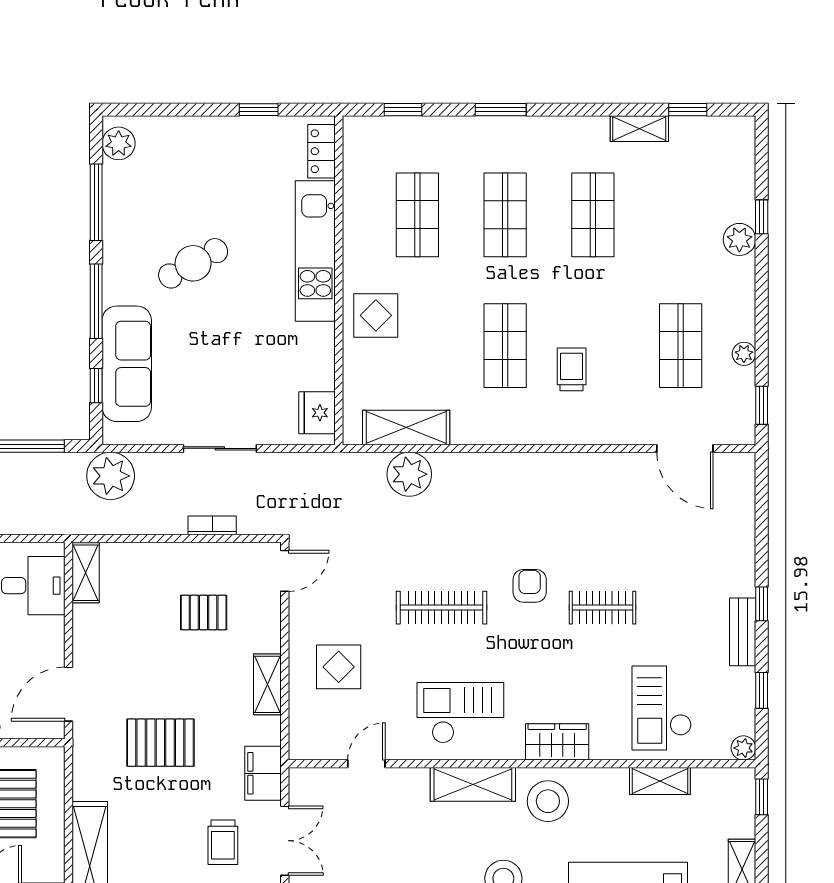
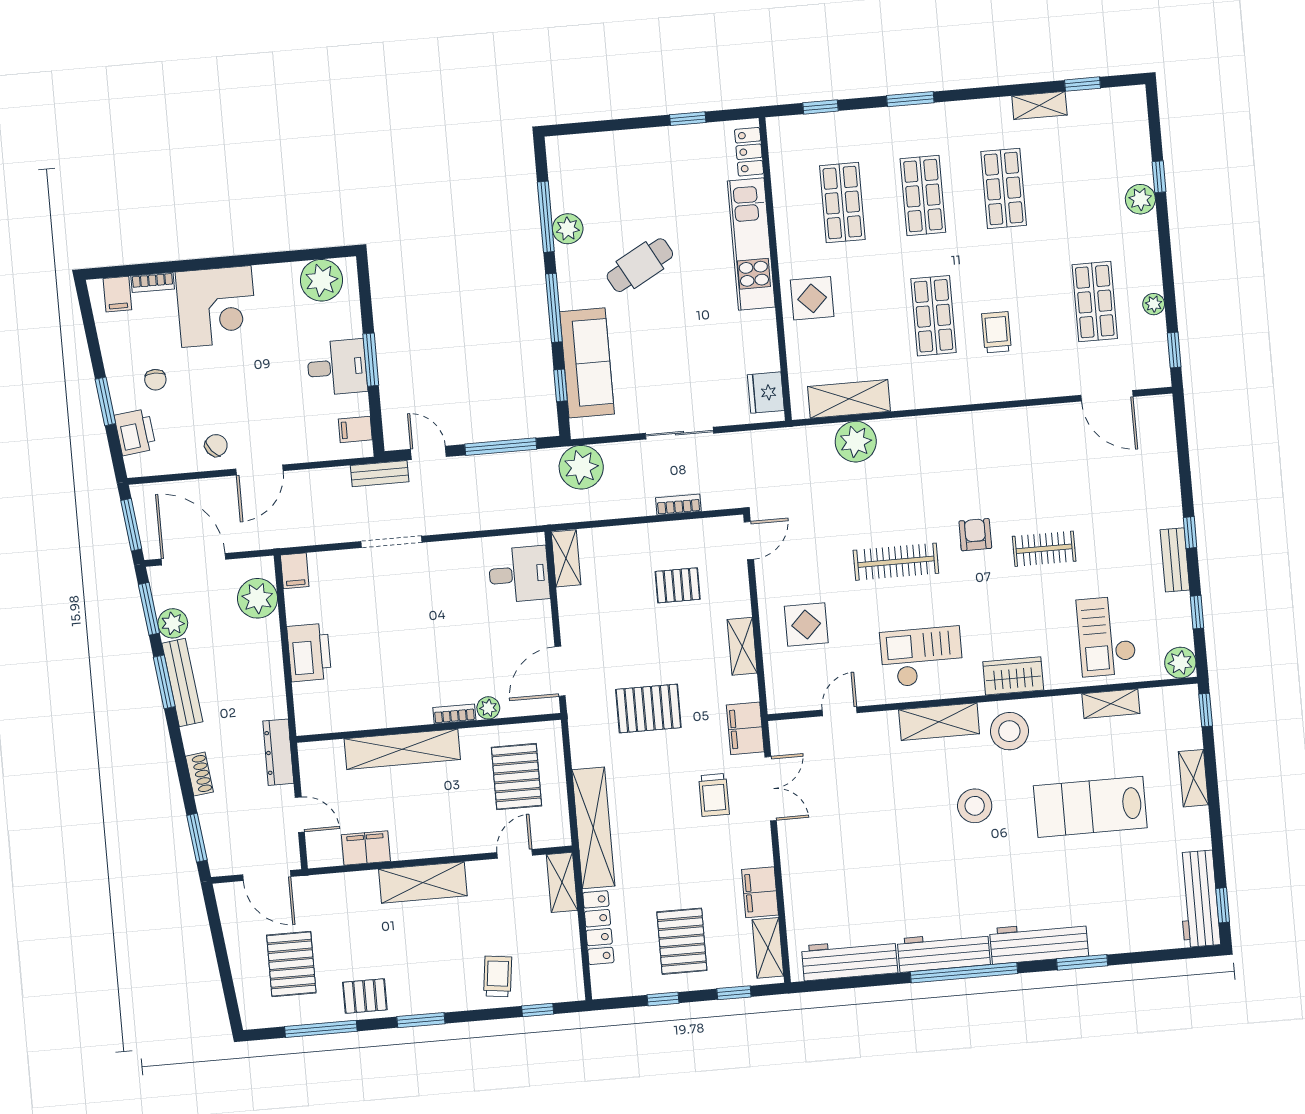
plant: (119, 143) -> (568, 229), moved
plant: (743, 748) -> (1180, 663), width x1.38, depth x1.38

